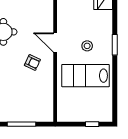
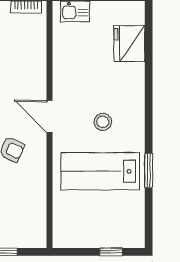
window: (115, 45) -> (149, 170), moved

